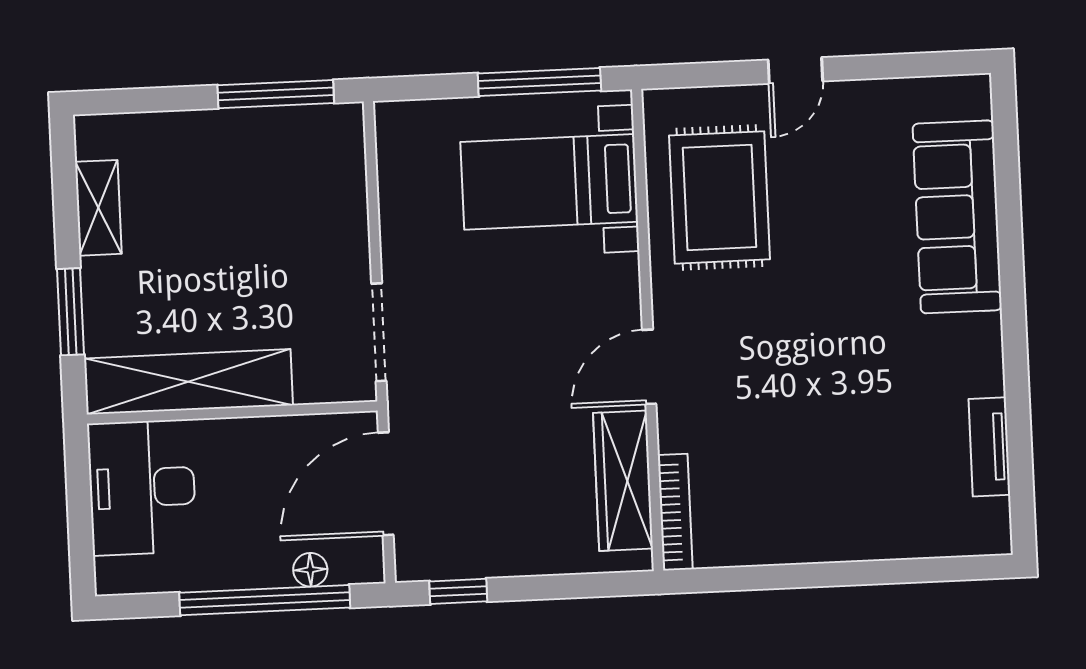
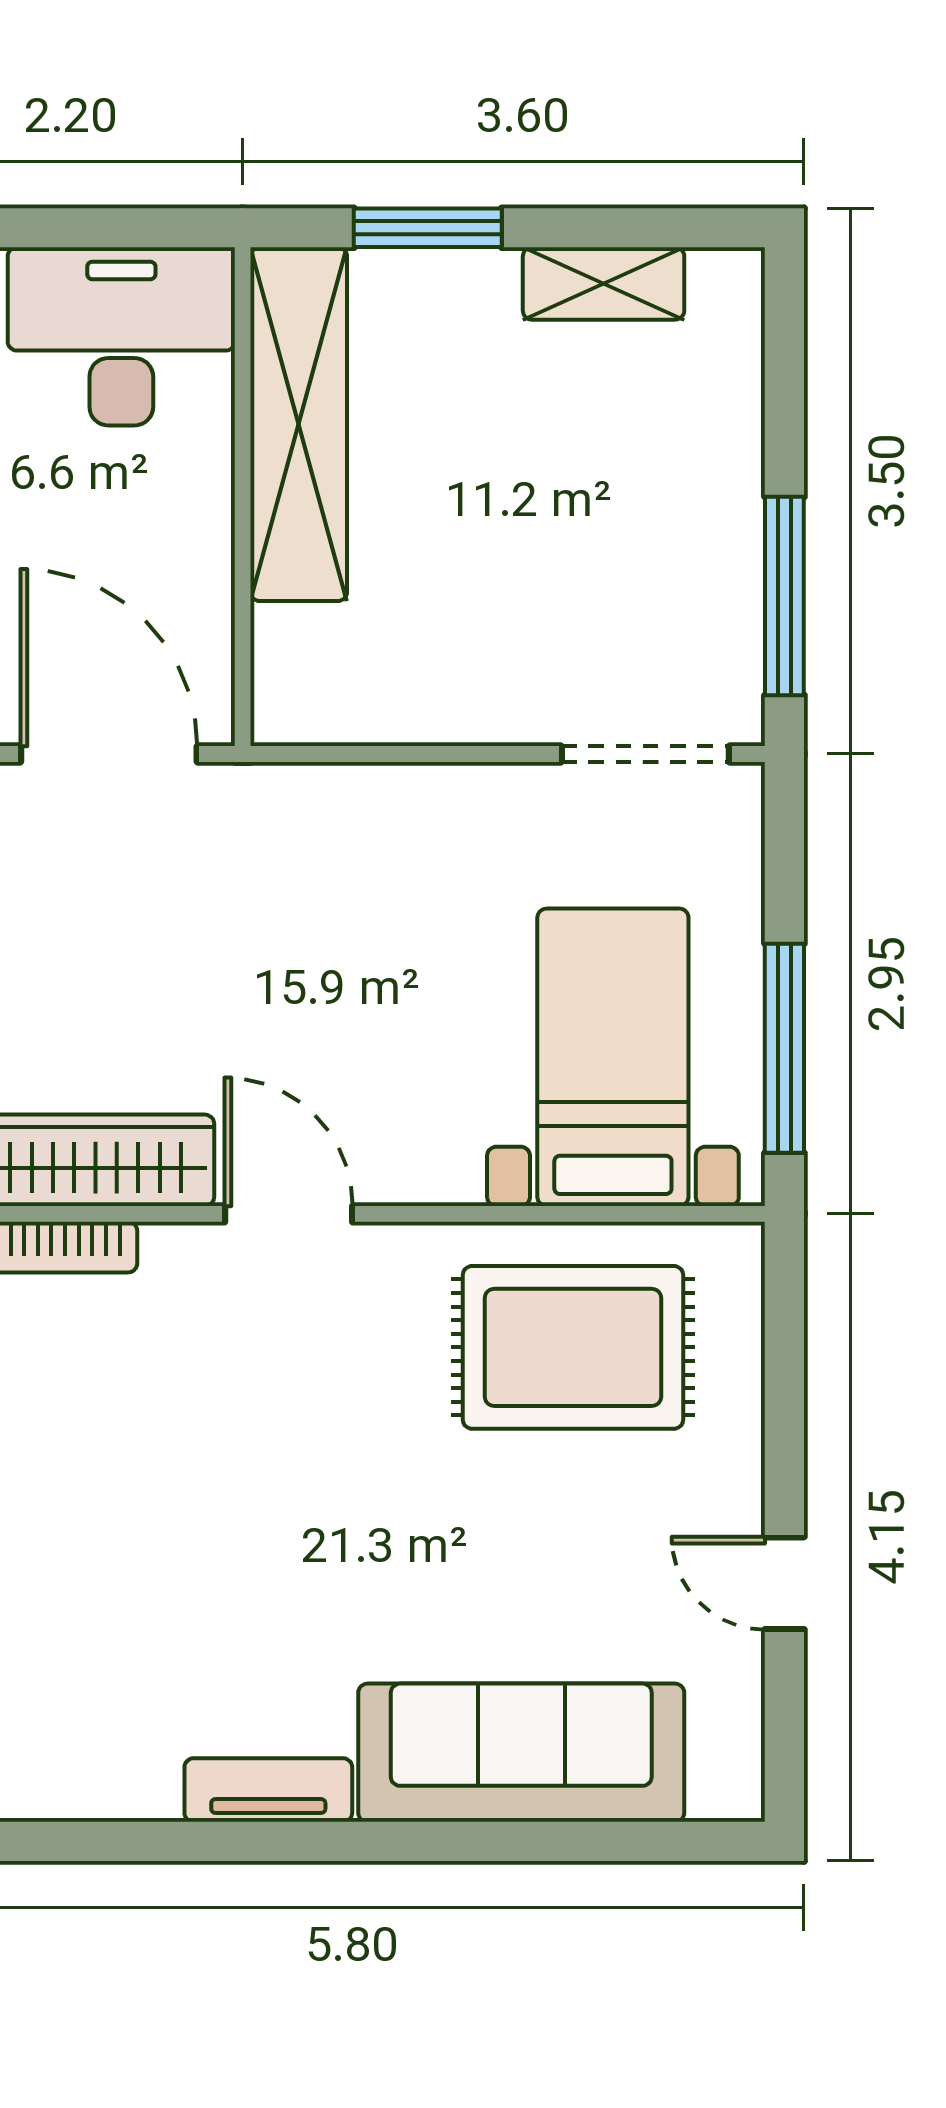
door: (795, 70) -> (784, 1583), moved
doorway: (379, 332) -> (645, 754), moved
tv unit: (989, 447) -> (268, 1790), moved

